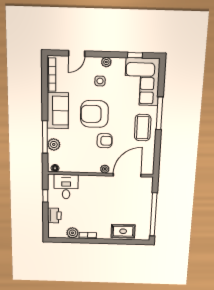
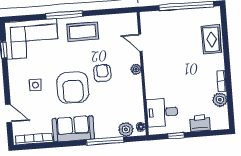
plant: (106, 62) -> (14, 80), removed
plant: (54, 144) -> (126, 129), moved
door: (127, 175) -> (140, 43), width x0.53

